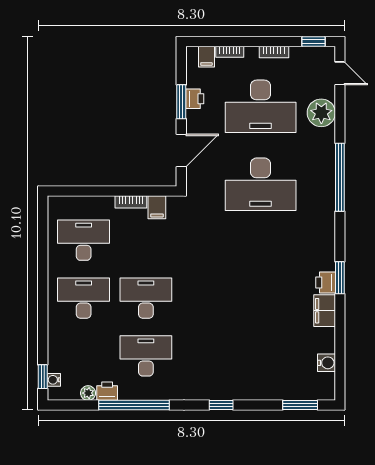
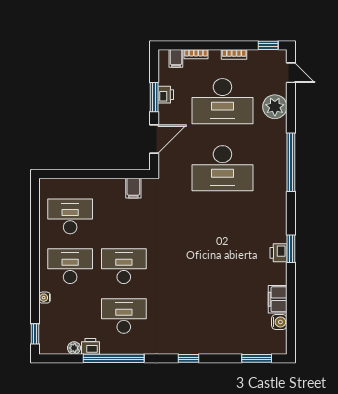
bookcase: (131, 202) -> (111, 183), removed
filing cabinet: (325, 311) -> (278, 299), moved
water cooler: (54, 380) -> (45, 298), moved

